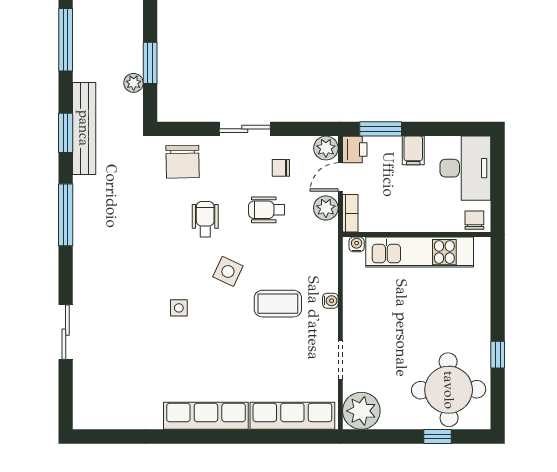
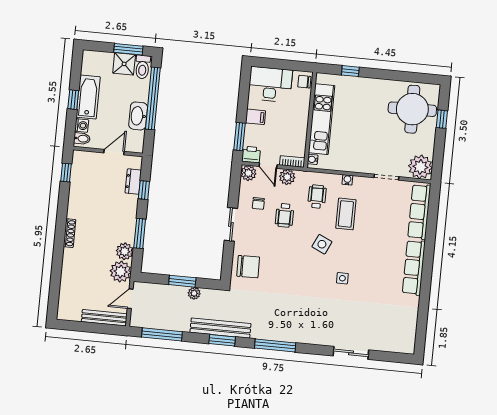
wheelchair: (205, 219) -> (317, 197), moved, turned 90
window: (498, 355) -> (350, 71), moved

